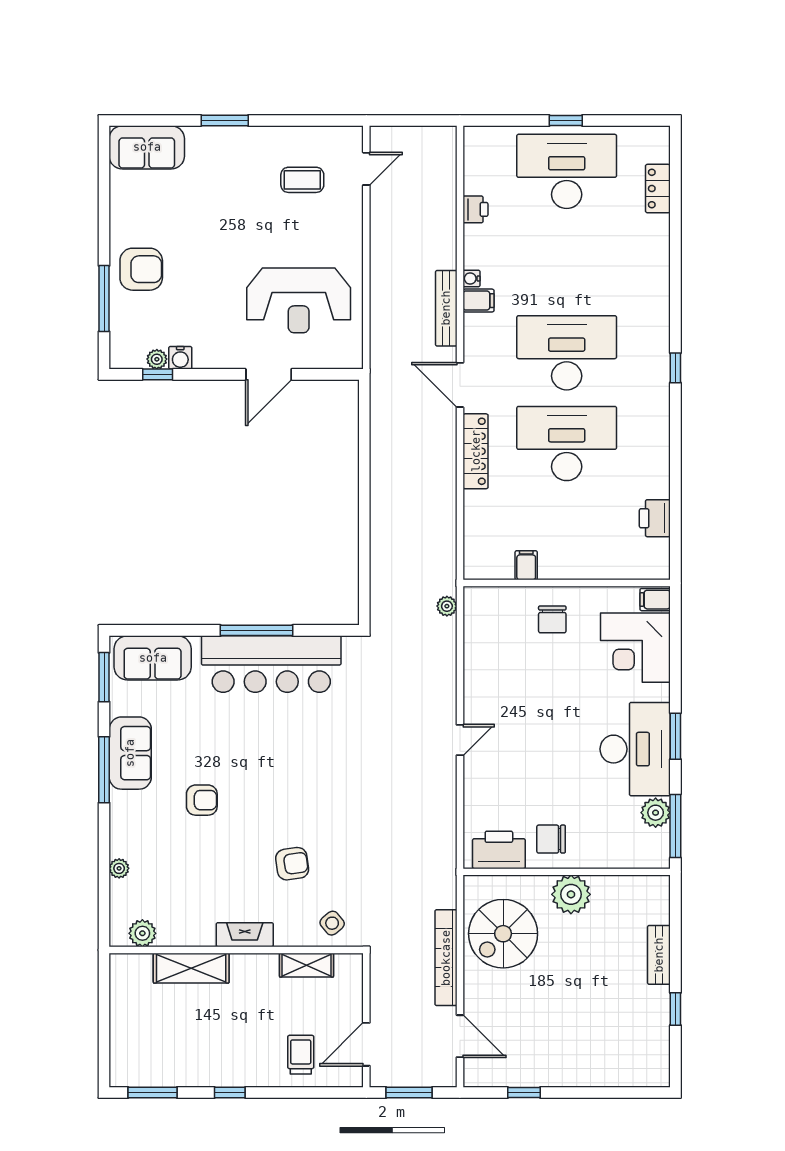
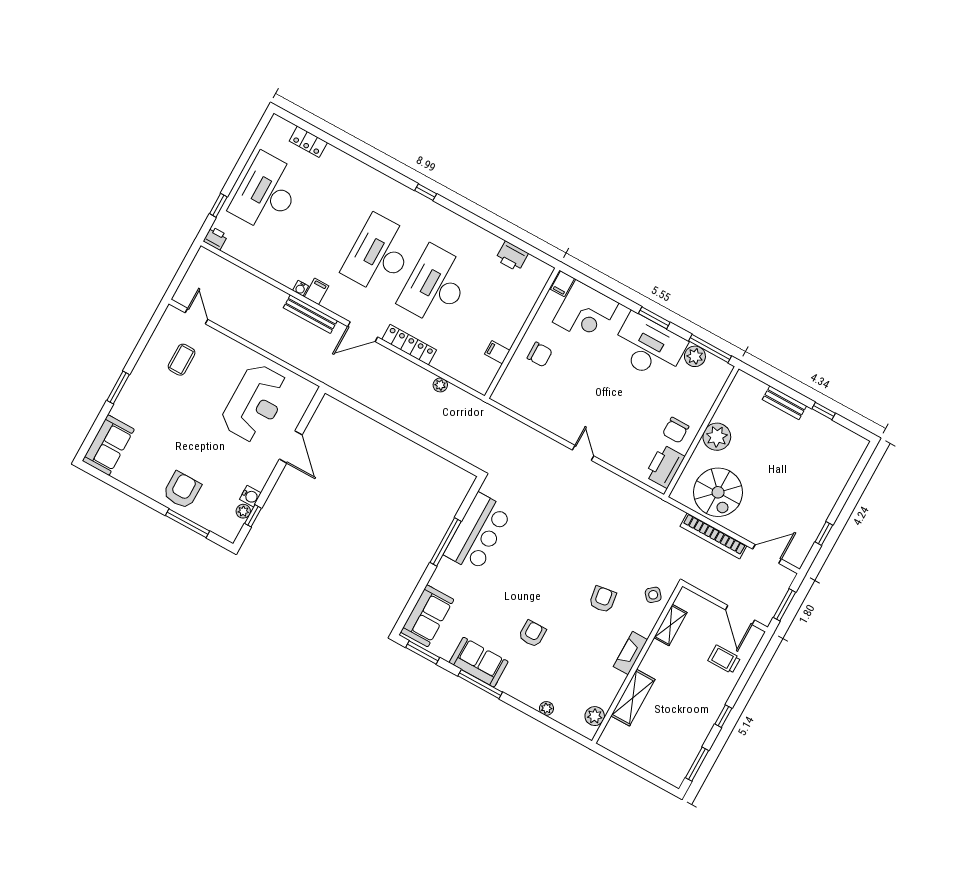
window: (566, 120) -> (218, 205), moved
printer: (475, 209) -> (215, 238), moved
plant: (447, 606) -> (440, 385), moved
bar counter: (271, 664) -> (478, 533), width x0.73

